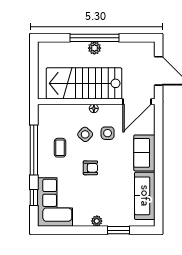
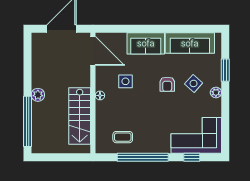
window: (94, 38) -> (27, 121), moved
stairs: (84, 83) -> (80, 116), width x0.73, depth x0.66
side table: (85, 134) -> (194, 83), moved
coffee table: (60, 148) -> (123, 137), moved
armchair: (90, 168) -> (167, 84), moved, turned 180

